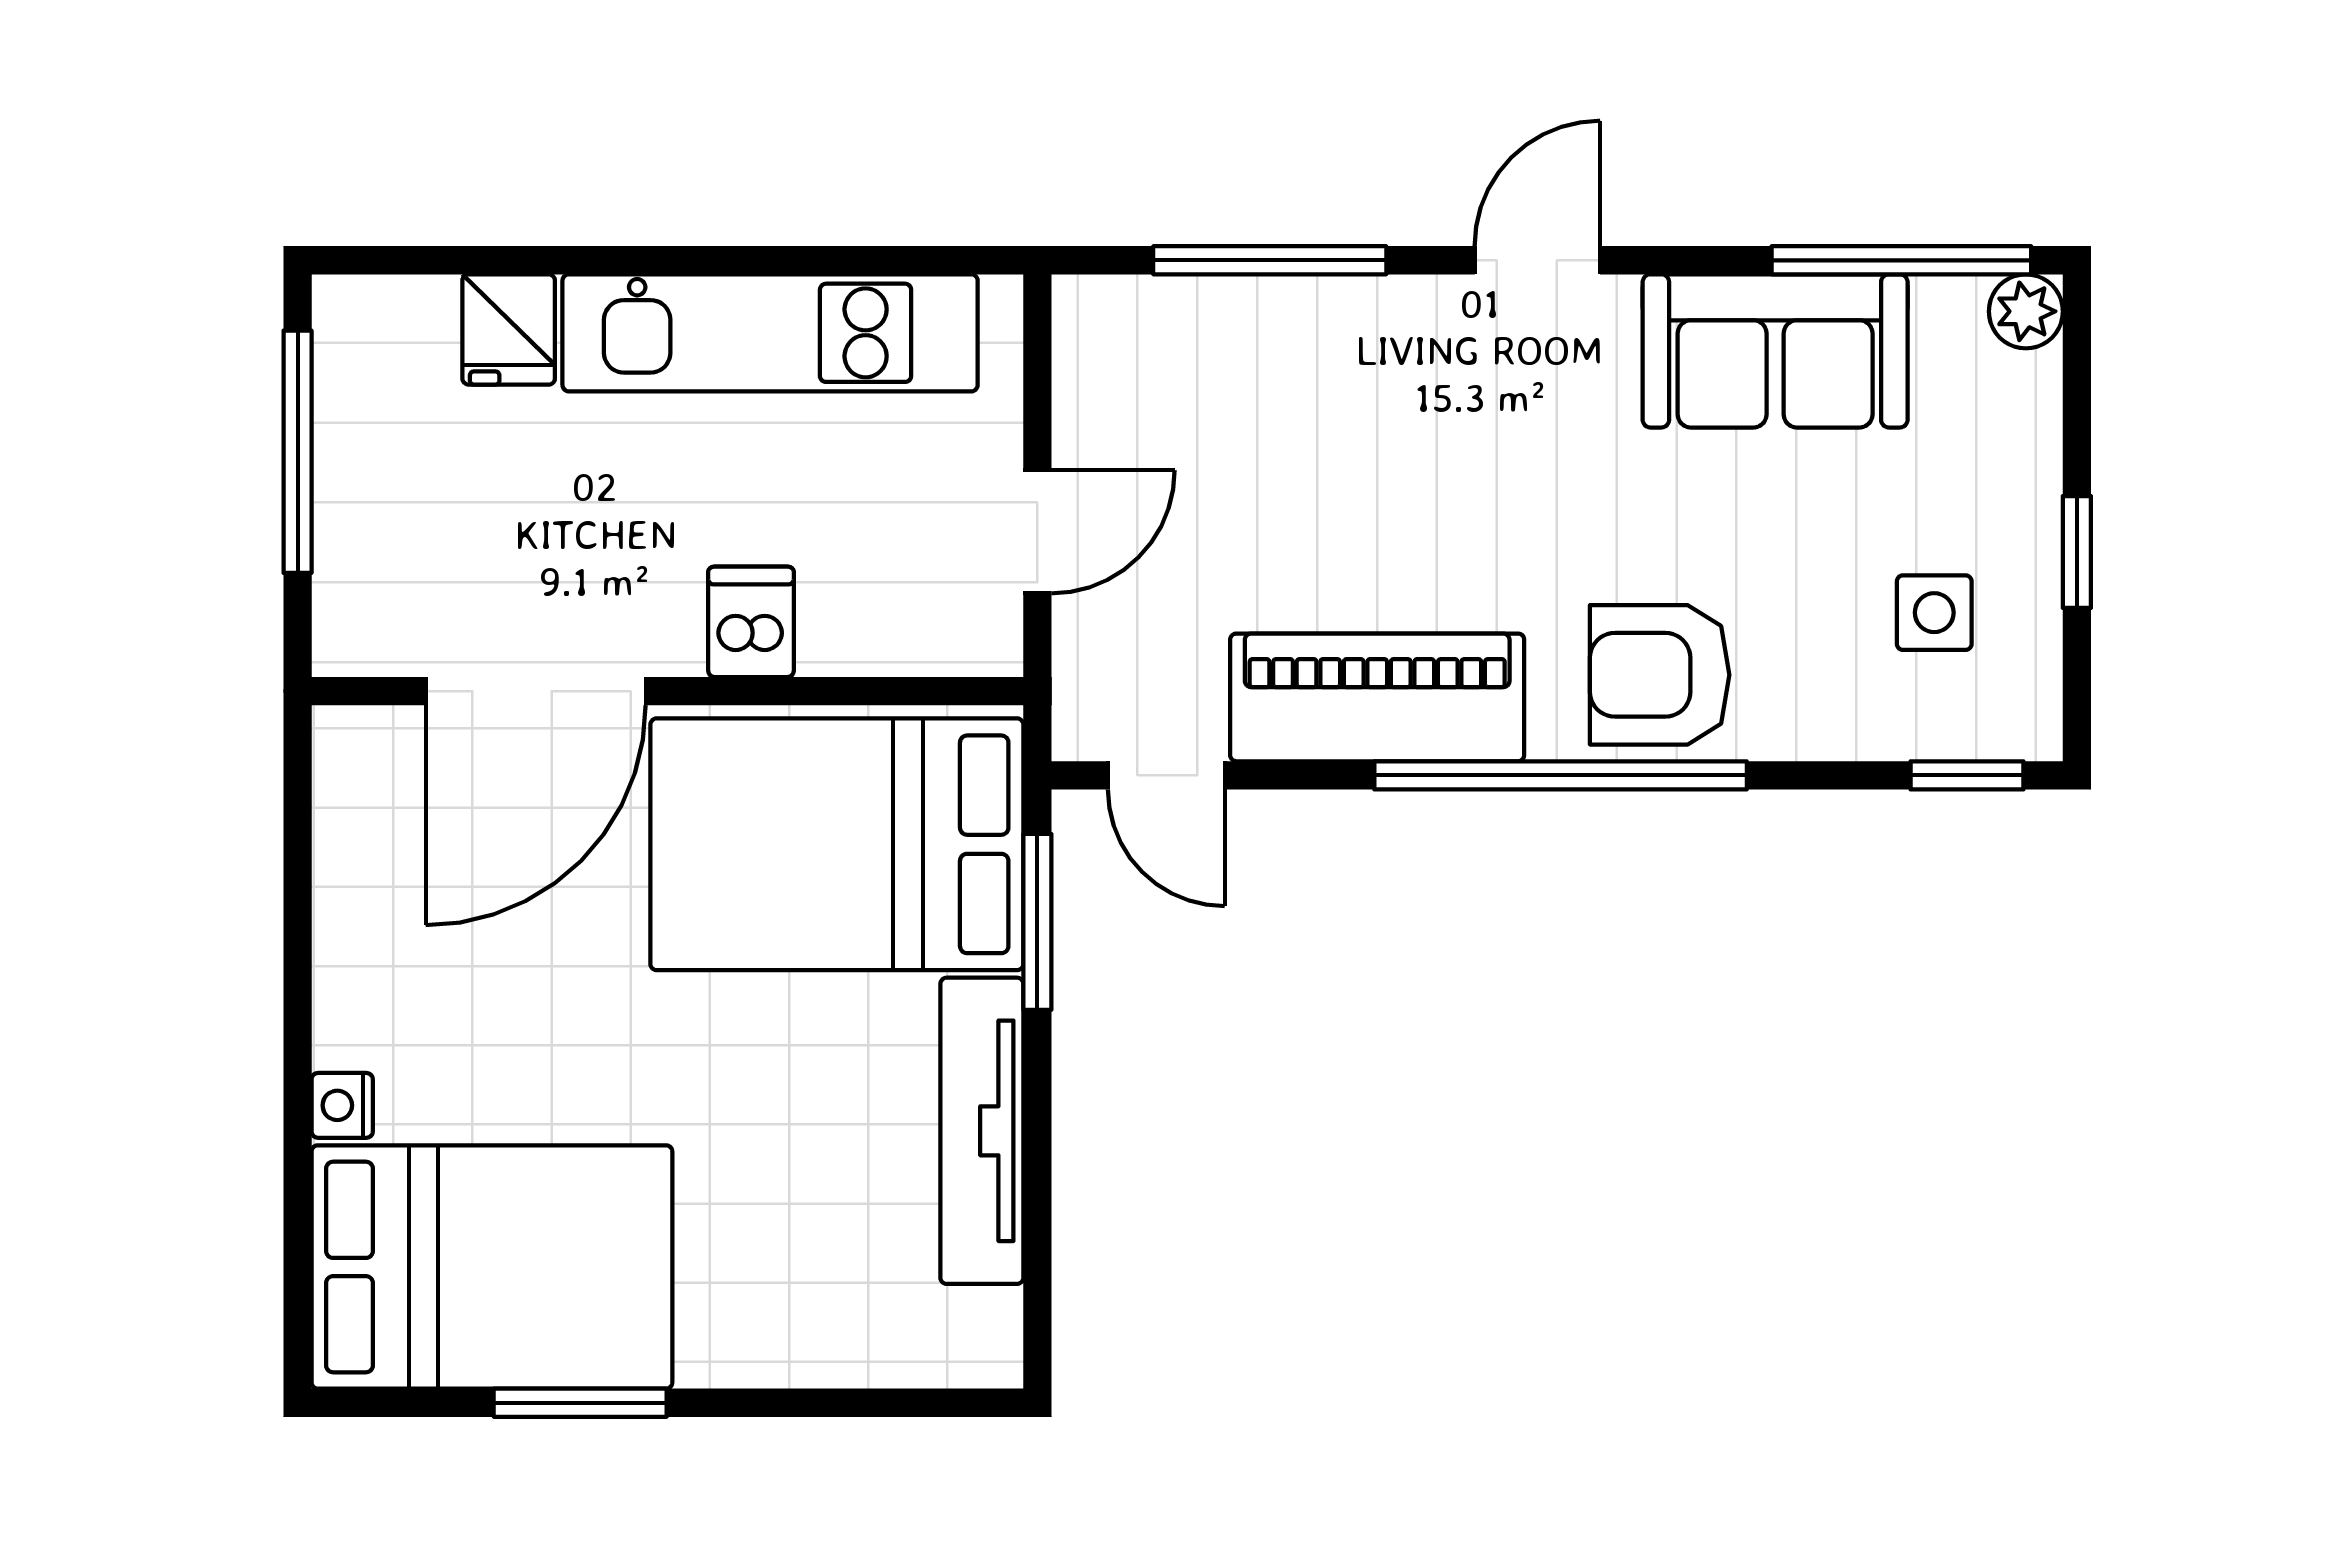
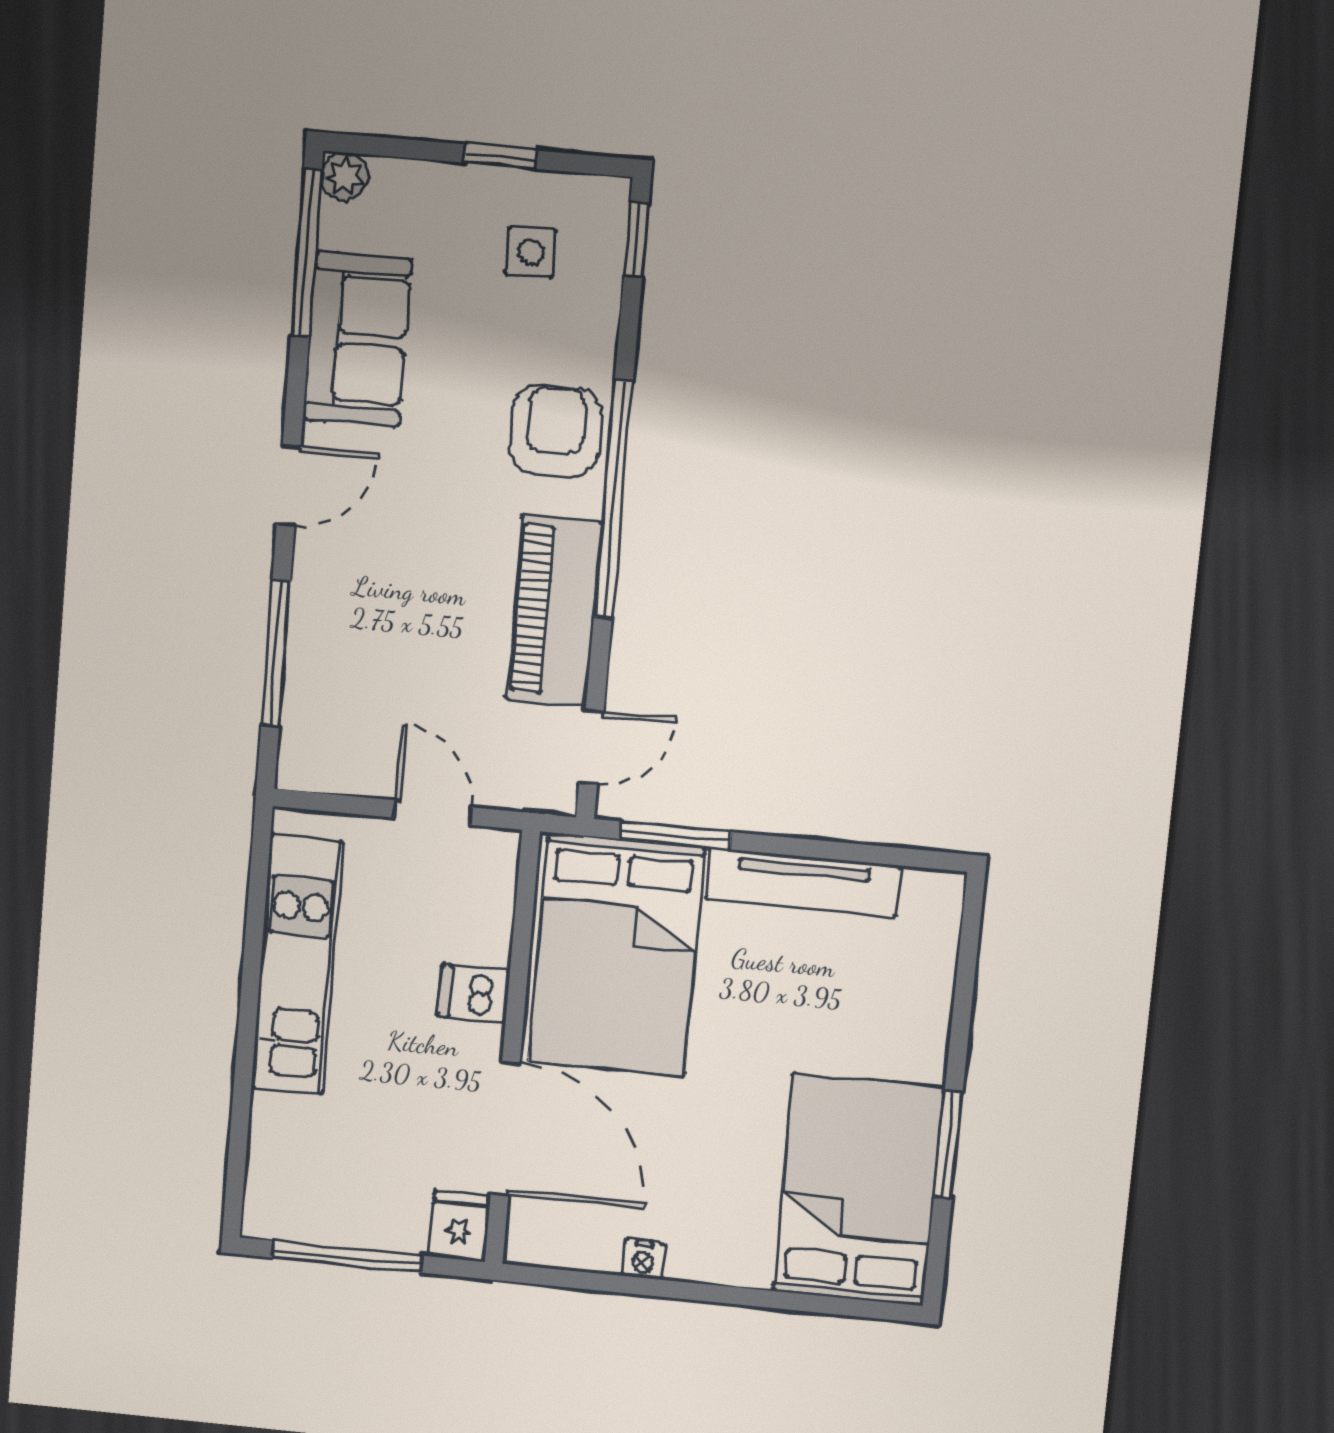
door: (1537, 260) -> (289, 485), swing flipped
fridge: (509, 329) -> (460, 1226), moved, turned -90
armchair: (1660, 675) -> (555, 431), turned 180
nightstand: (342, 1105) -> (643, 1259), moved

